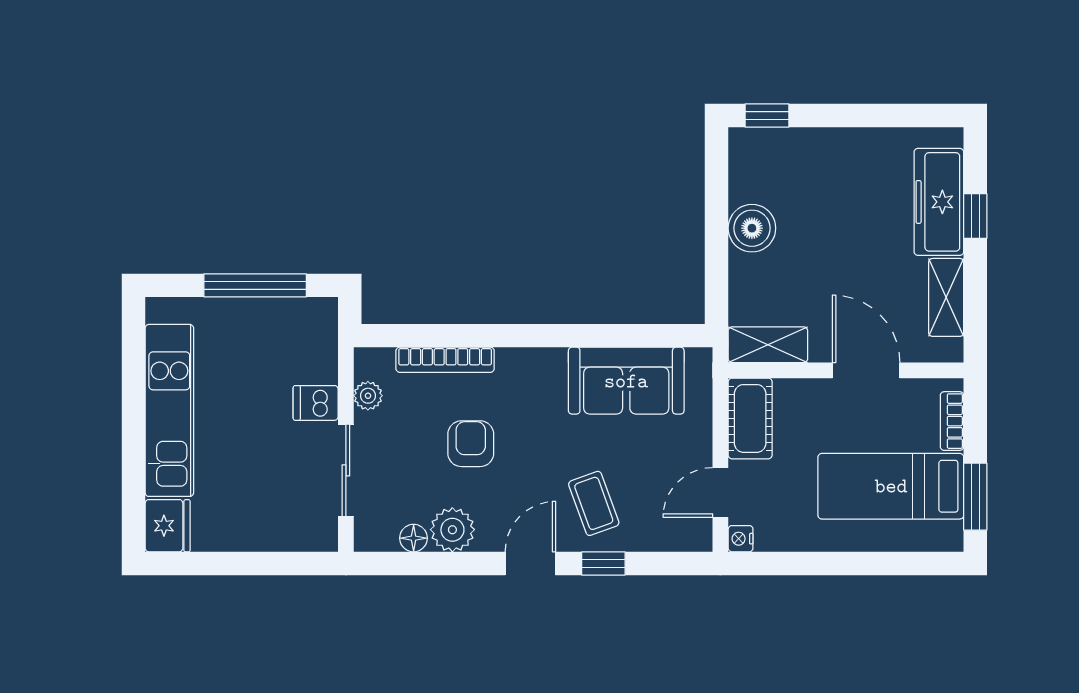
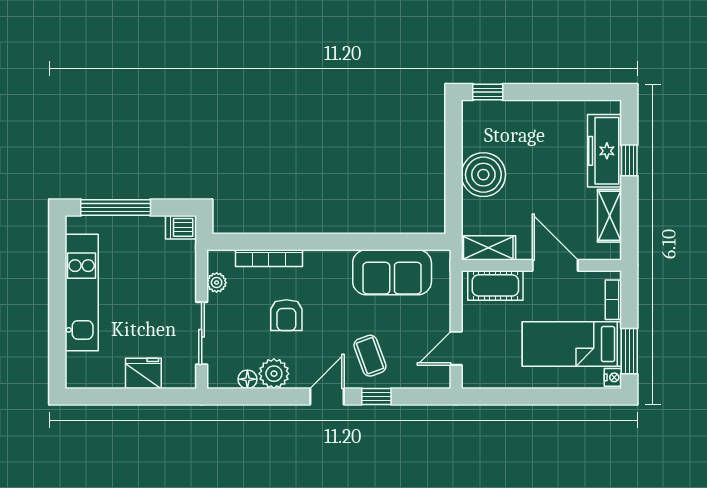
boiler: (752, 228) -> (483, 175), width x1.37, depth x1.37
window: (255, 285) -> (116, 208), moved
dishwasher: (316, 403) -> (181, 227), moved
cot: (750, 418) -> (495, 285), moved, turned 90
armchair: (471, 444) -> (286, 315), turned 180
fridge: (168, 526) -> (143, 373), moved, turned -90
nightstand: (741, 539) -> (613, 377), moved, turned 180

